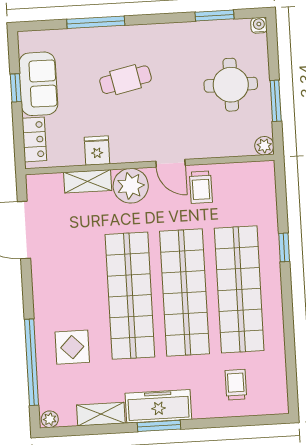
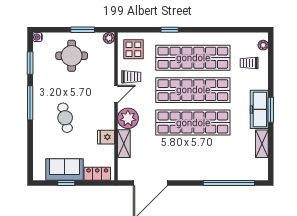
window: (96, 22) -> (30, 103), moved
display table: (72, 347) -> (133, 49), moved
plant: (50, 419) -> (263, 45), moved

